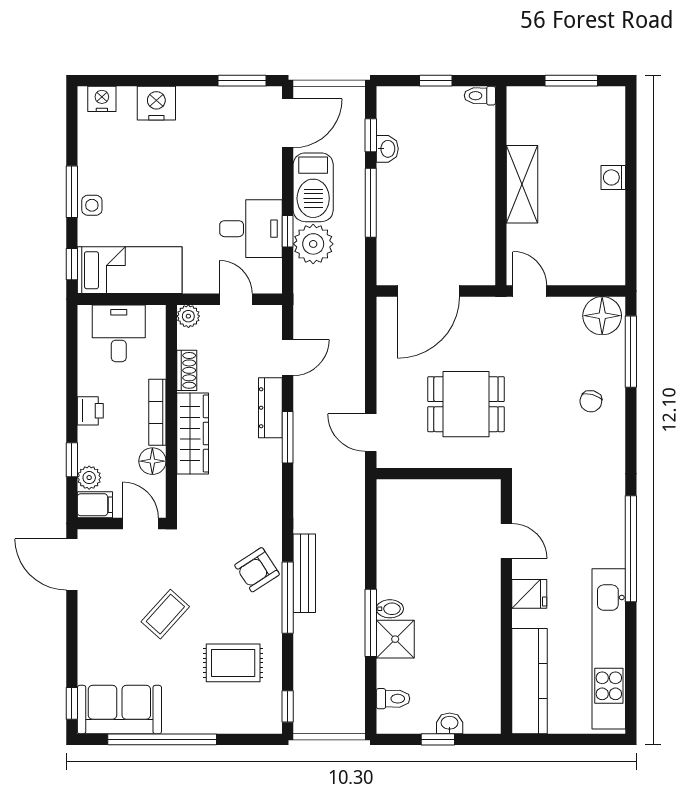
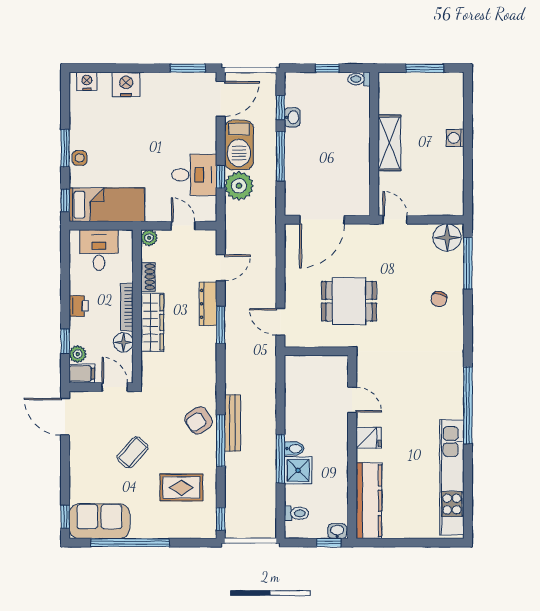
door: (506, 541) -> (352, 400), moved
fridge: (529, 594) -> (369, 438), moved
wall: (506, 607) -> (352, 447), moved
kitchen counter: (529, 681) -> (369, 501), moved

